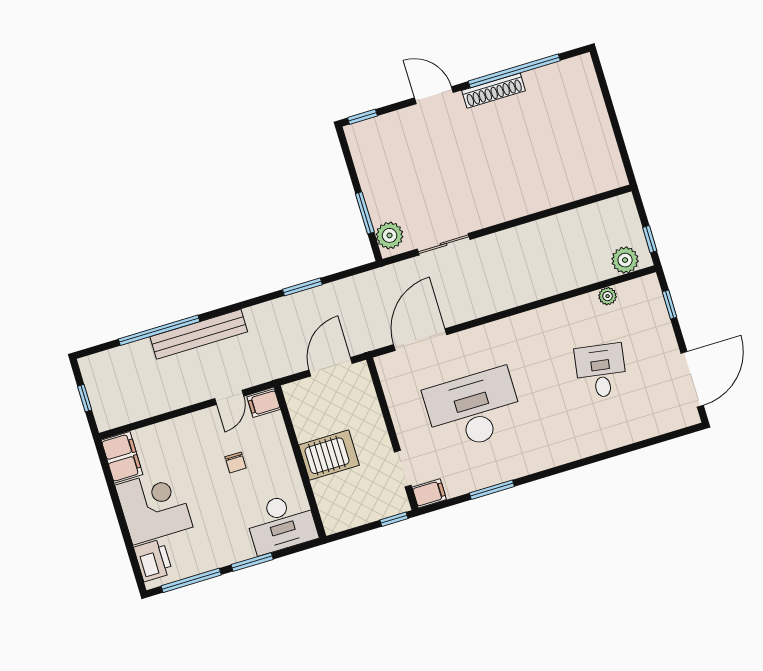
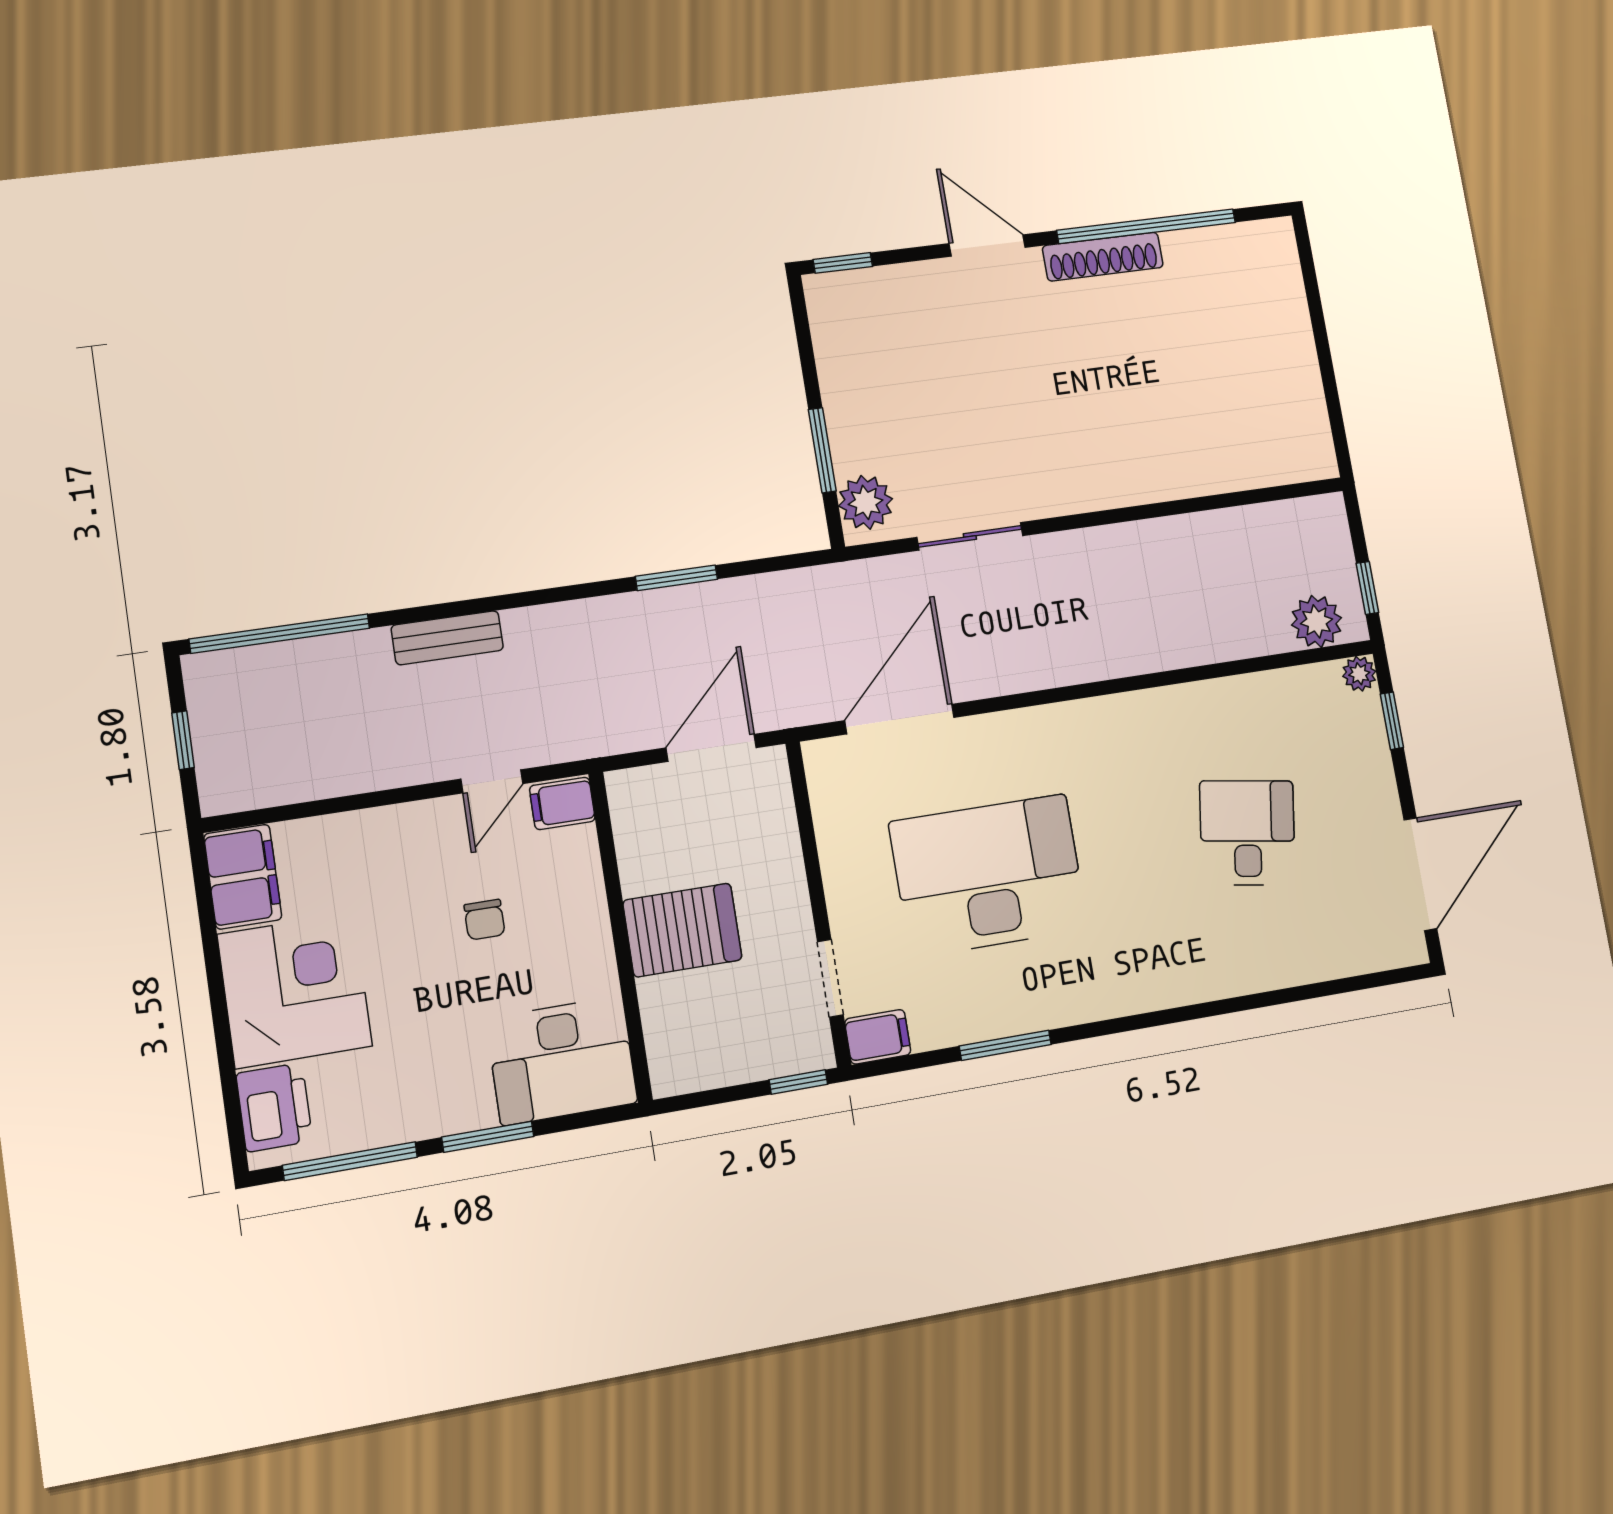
plant: (608, 296) -> (1359, 674), moved
window: (159, 330) -> (280, 634), moved
bench: (199, 334) -> (447, 638), width x0.54, depth x0.82

